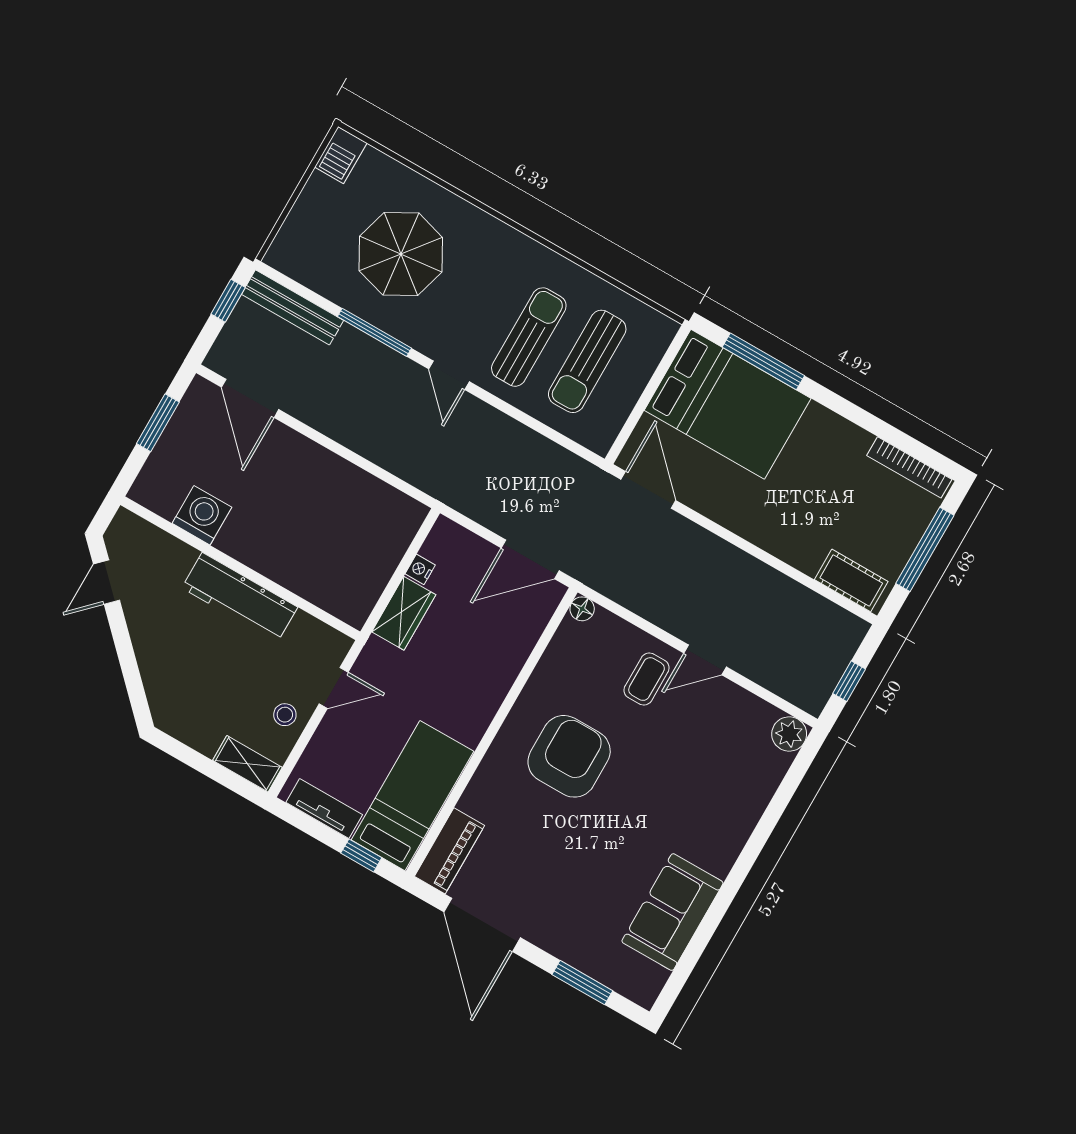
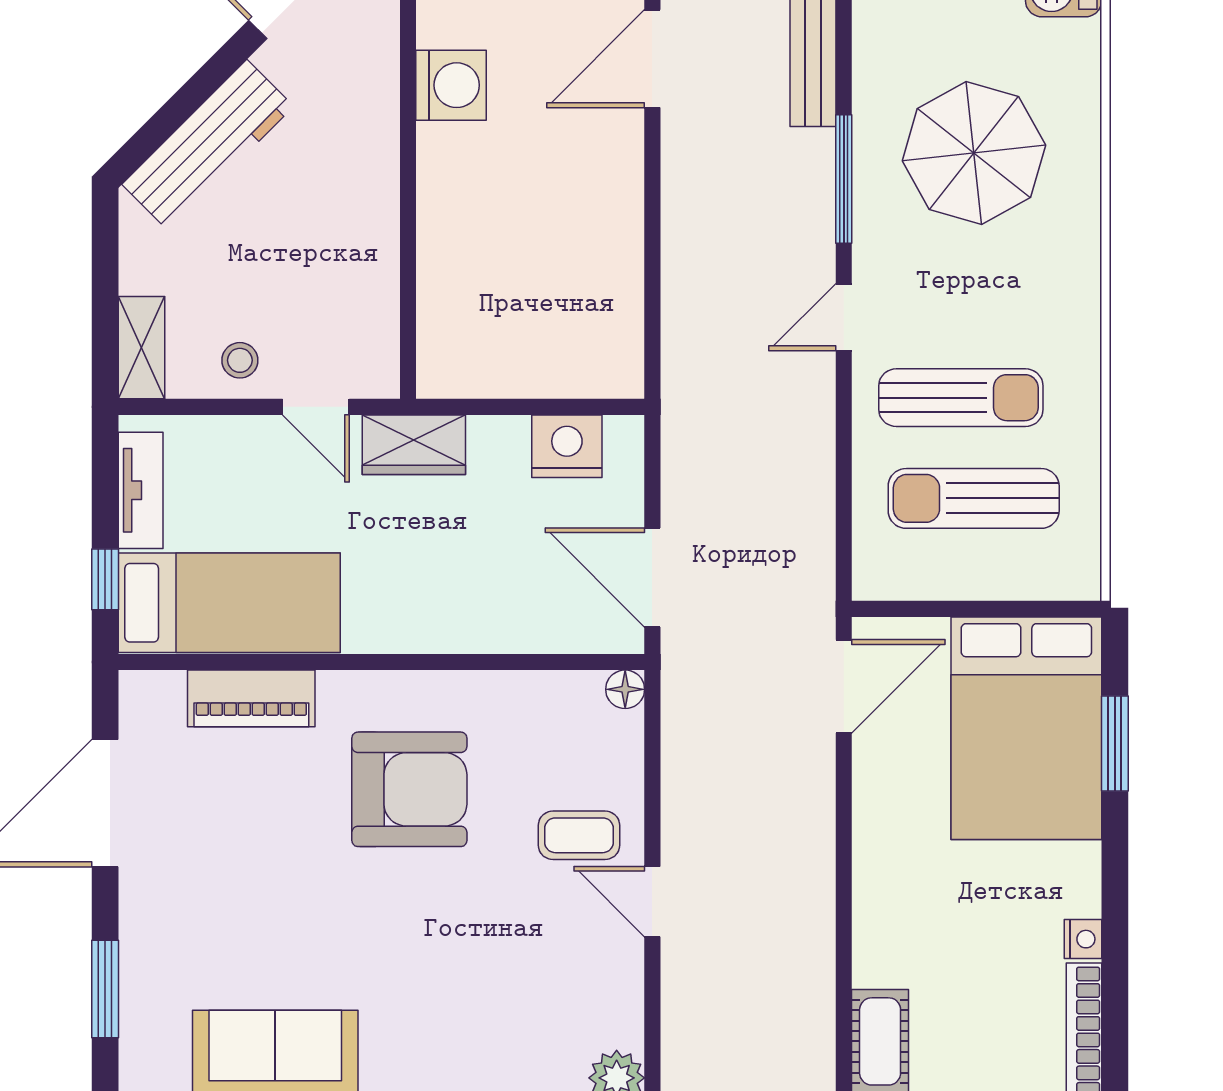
window: (763, 361) -> (1115, 744), width x0.69
nightstand: (859, 439) -> (1083, 939), added
nightstand: (420, 569) -> (567, 446), width x1.89, depth x1.79
workbench: (240, 597) -> (208, 145), moved, turned -135
wardrobe: (404, 613) -> (414, 445), moved
piano: (449, 851) -> (251, 698), moved

